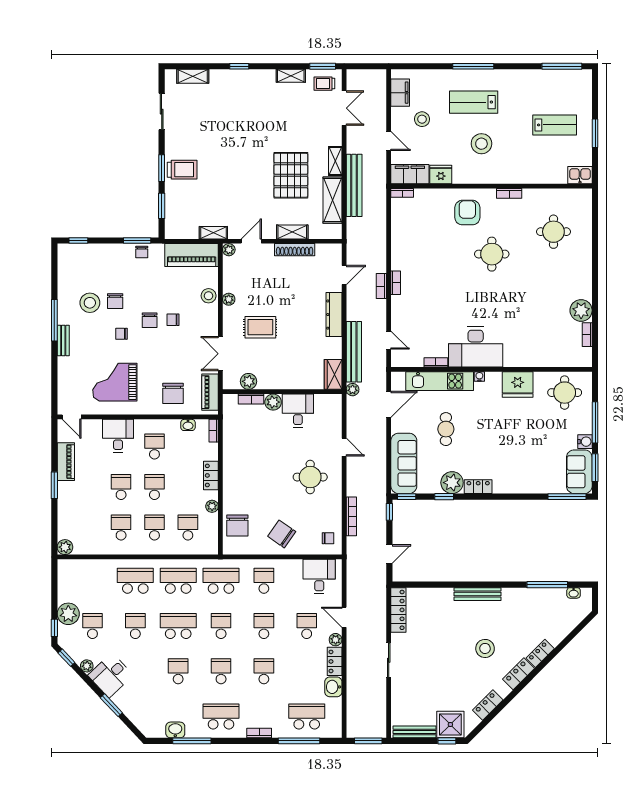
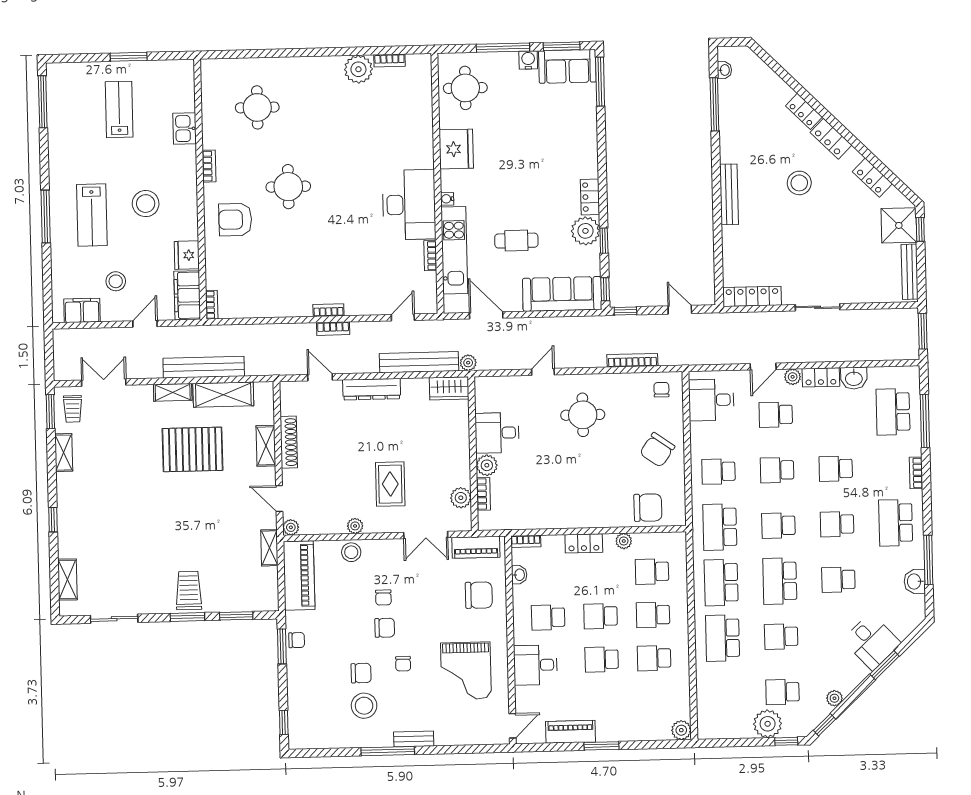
kitchen sink: (580, 175) -> (185, 129), moved
desk: (111, 675) -> (872, 642), moved

